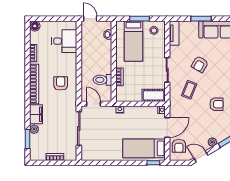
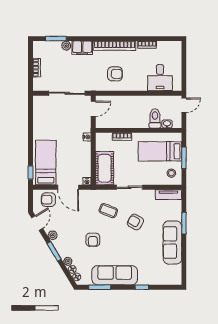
floor lamp: (35, 26) -> (176, 46), removed
toilet: (102, 80) -> (155, 118), moved
cot: (154, 95) -> (105, 168), width x1.37, depth x1.34

